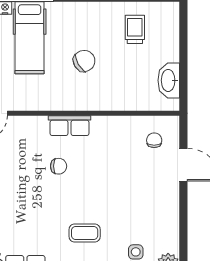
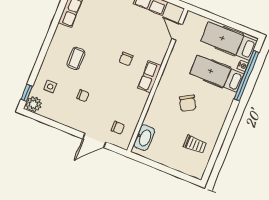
washbasin: (169, 80) -> (144, 138), moved, turned 90
chair: (130, 204) -> (83, 96), added

